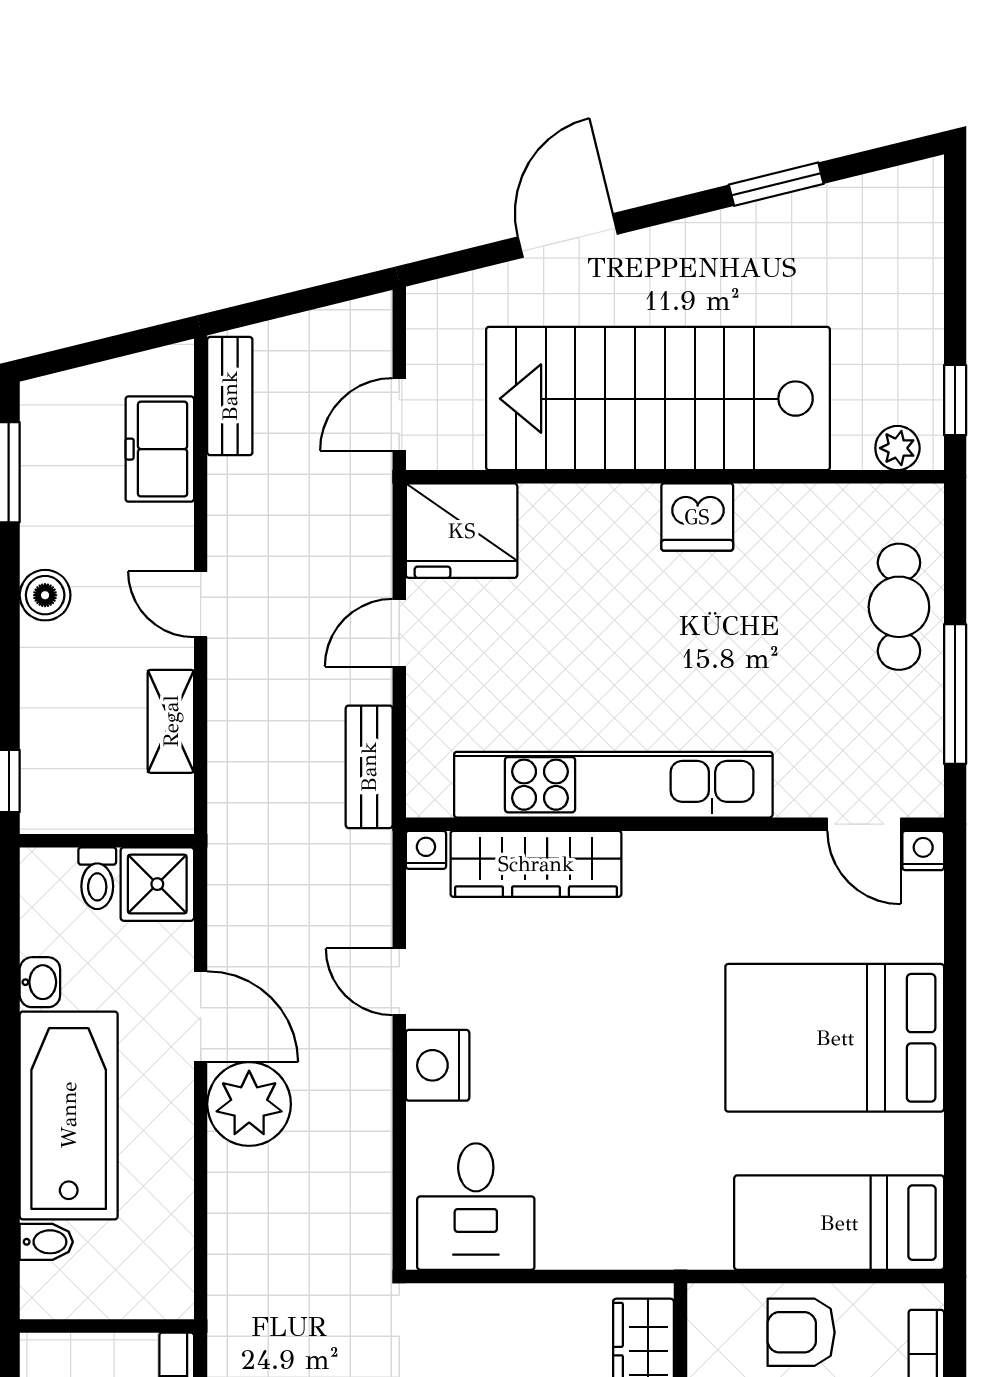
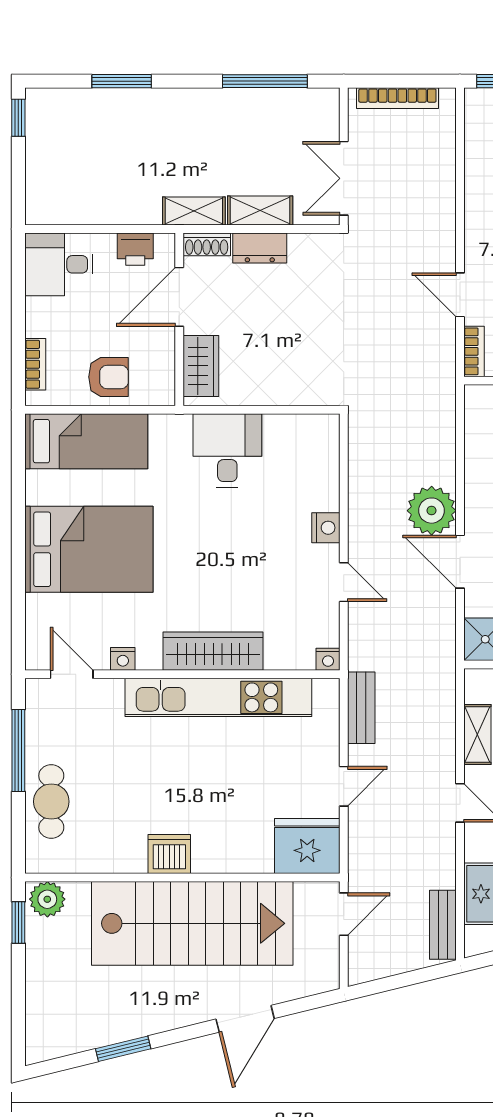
plant: (897, 448) -> (47, 899), width x1.38, depth x1.38
nightstand: (923, 850) -> (123, 659), moved
wardrobe: (536, 864) -> (213, 651), moved
nightstand: (438, 1065) -> (326, 528), width x0.74, depth x0.75
desk: (476, 1207) -> (227, 451), moved

